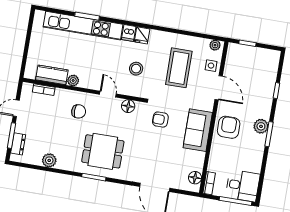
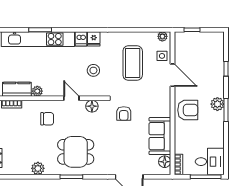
armchair: (160, 120) -> (124, 113), turned -90
armchair: (229, 127) -> (188, 110), turned 90
sofa: (198, 130) -> (160, 136), moved
plant: (49, 160) -> (38, 168), moved

